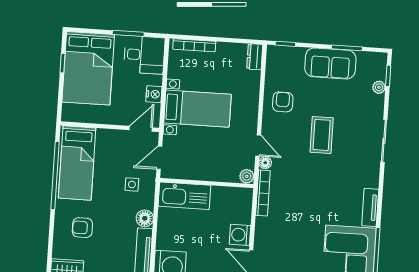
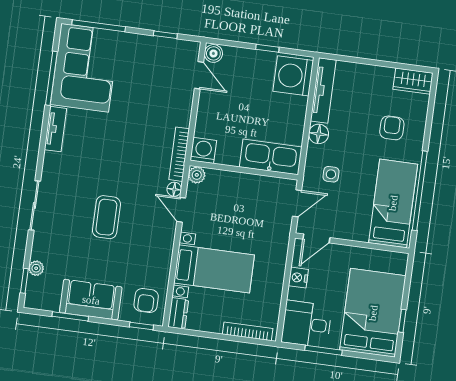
armchair: (283, 102) -> (146, 301), moved
bed with nightstands: (197, 109) -> (214, 269), moved, turned 180
armchair: (82, 228) -> (392, 128), turned -90
washing machine: (240, 235) -> (203, 150), moved, turned -90

